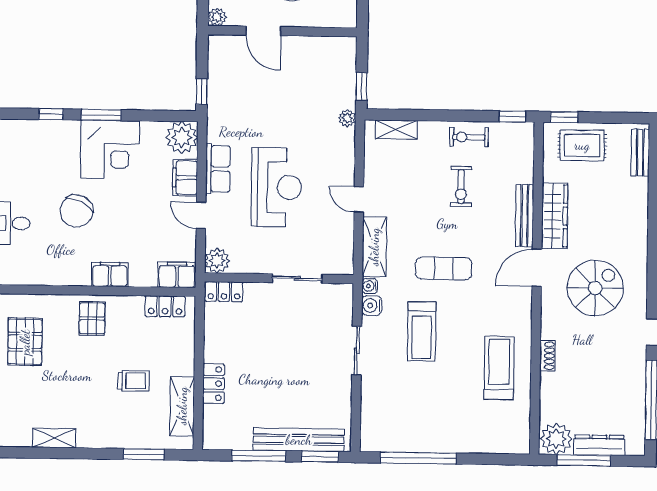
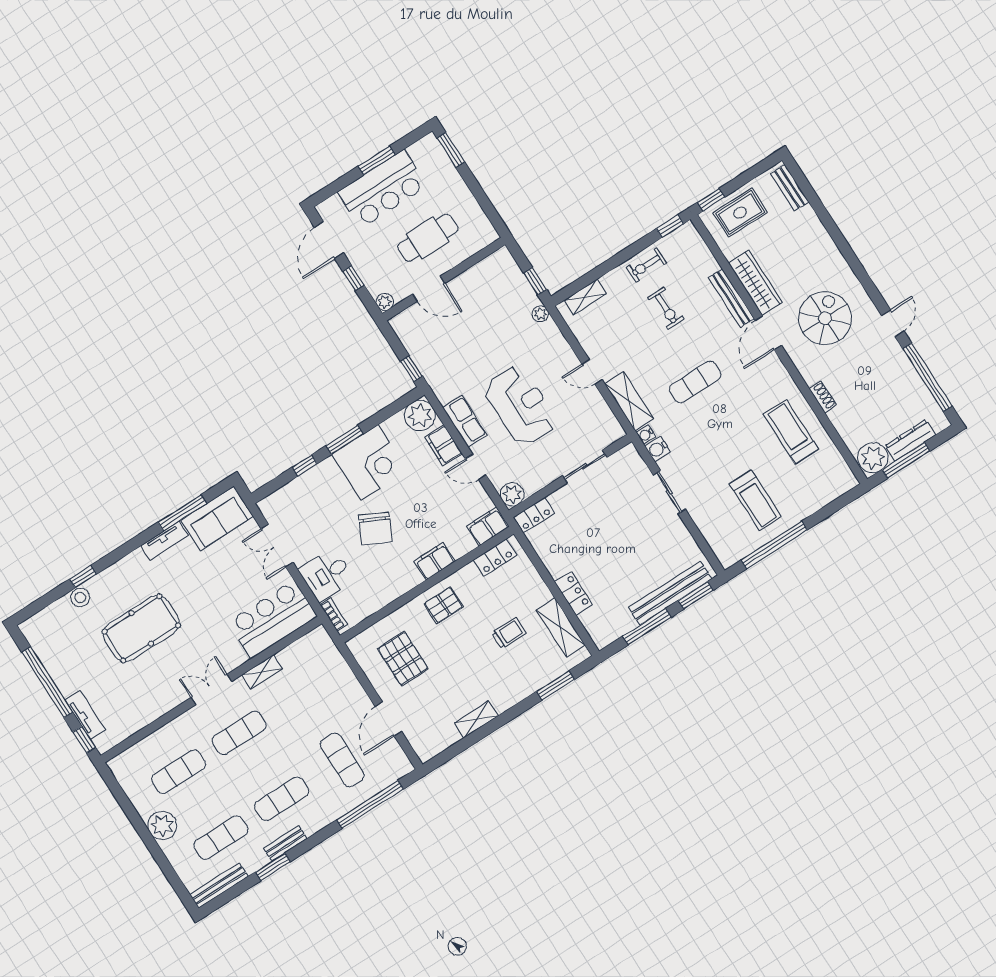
pallet: (92, 318) -> (444, 605), turned 90
treadmill: (422, 331) -> (755, 500), moved

